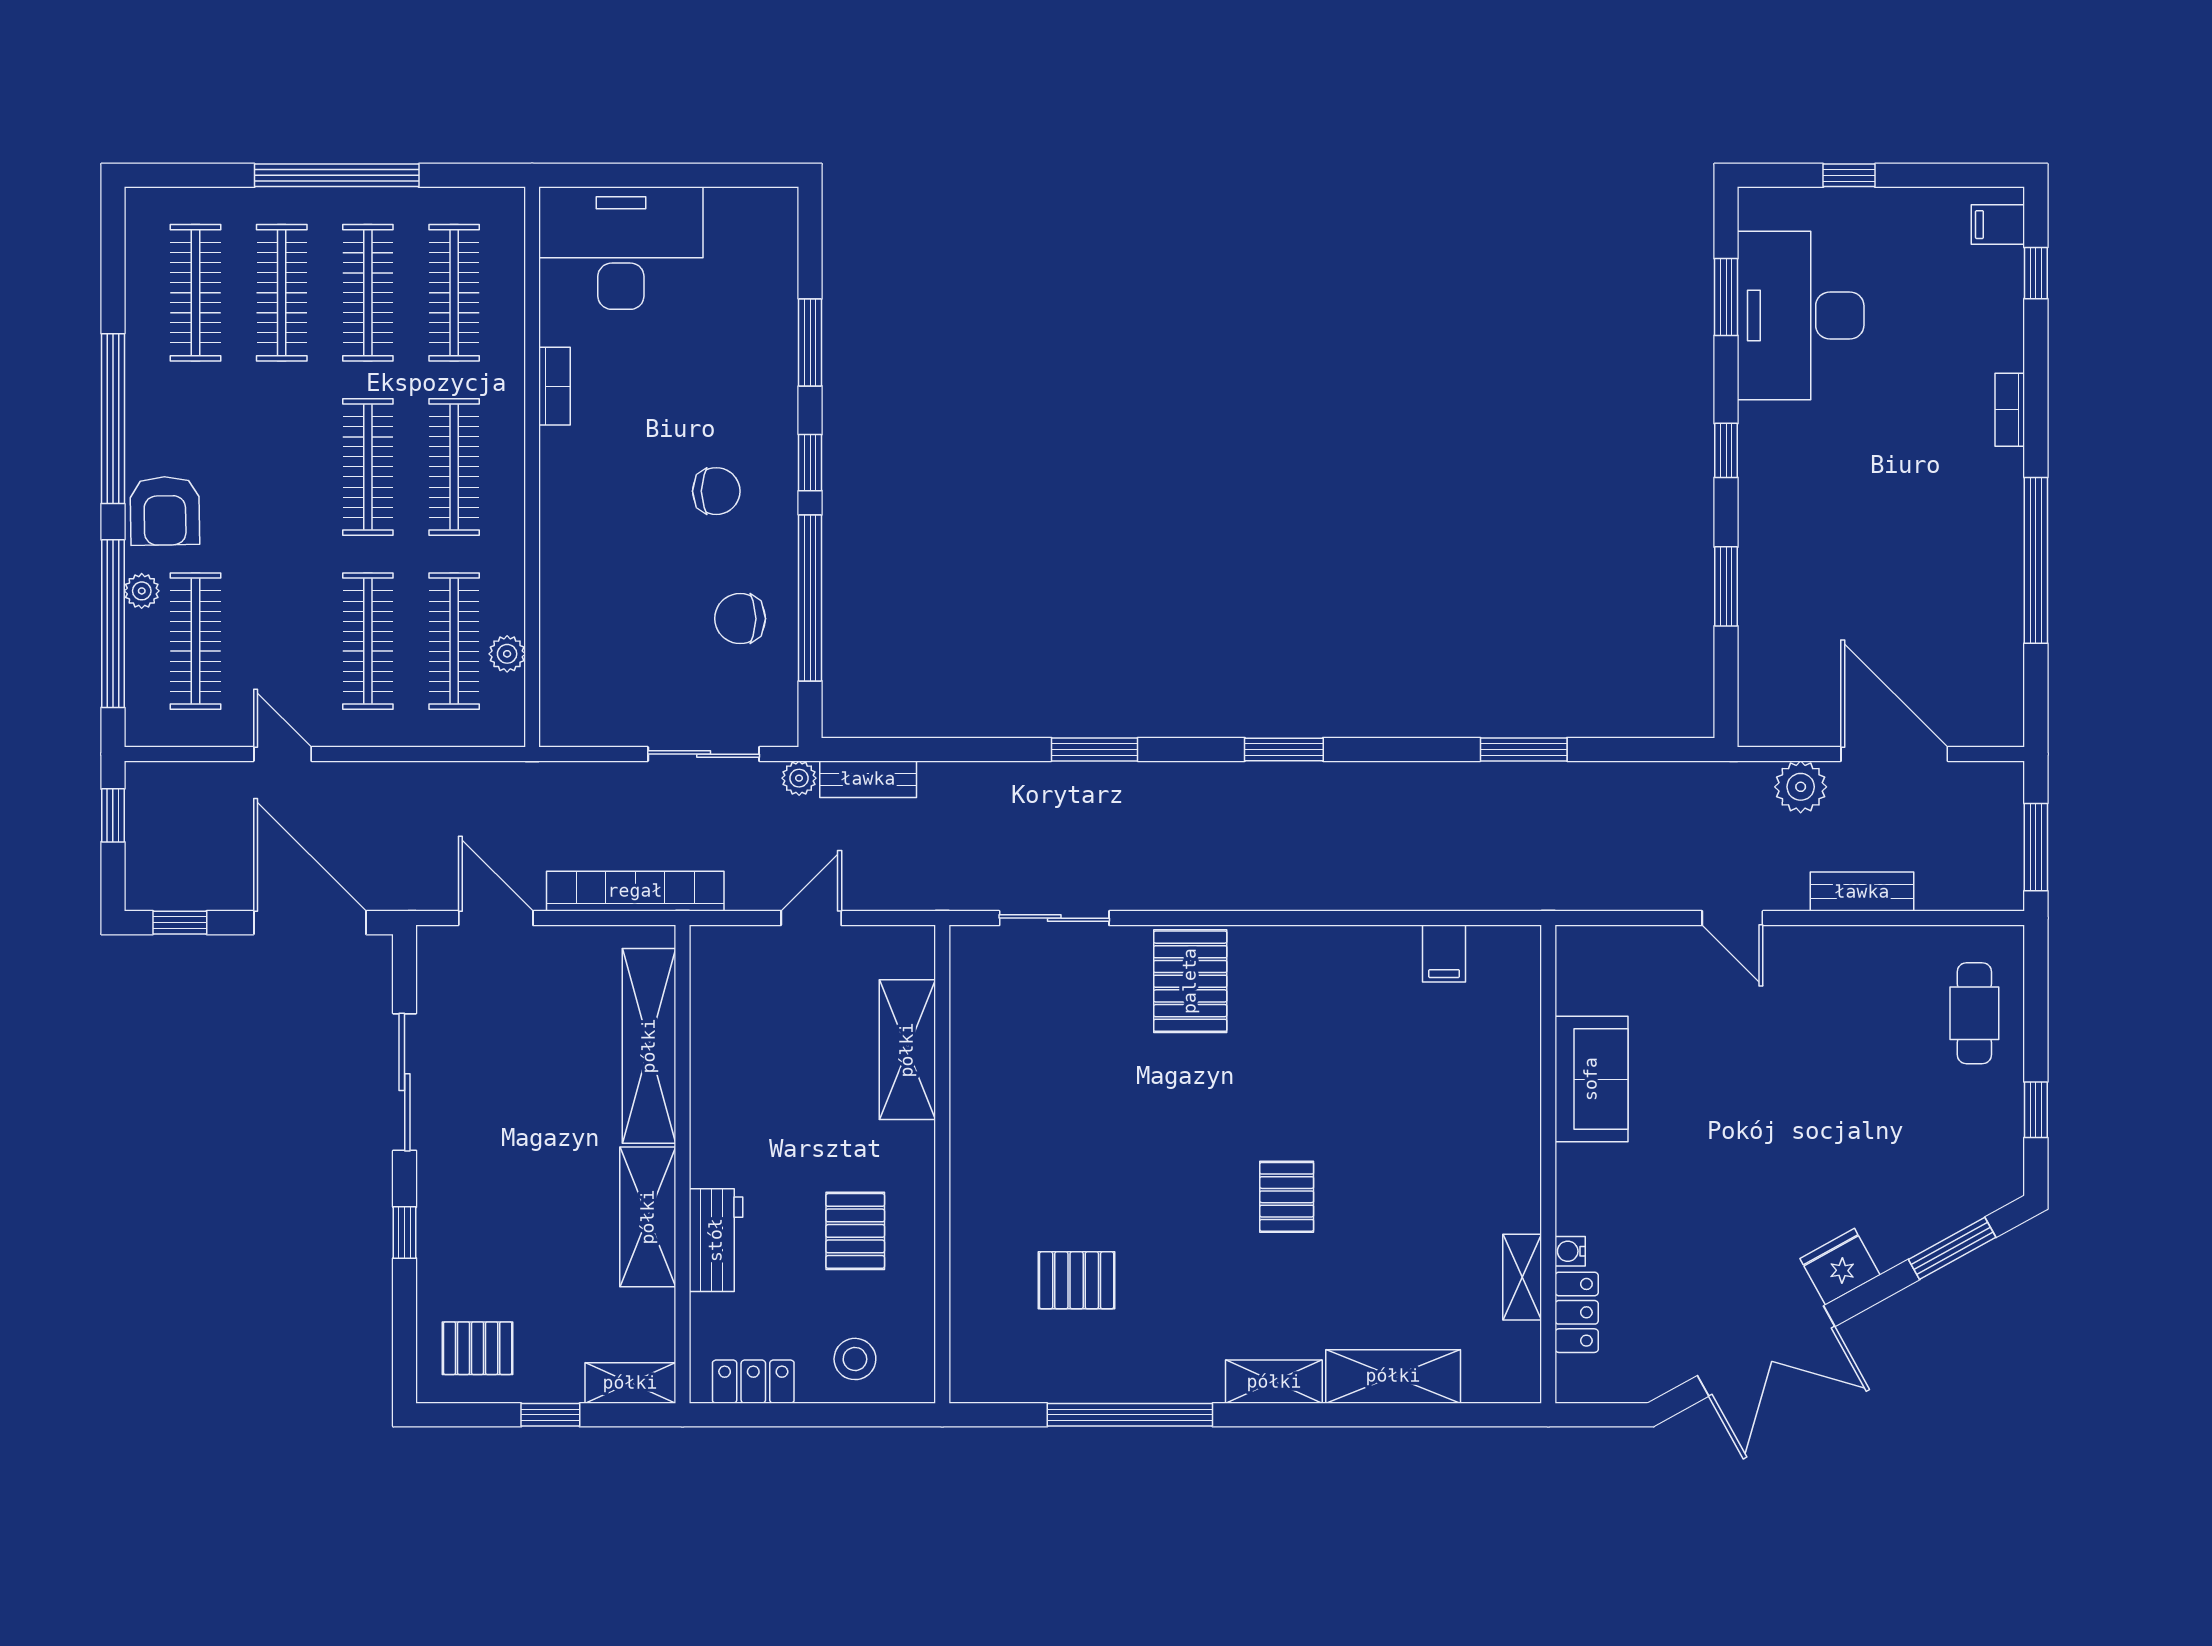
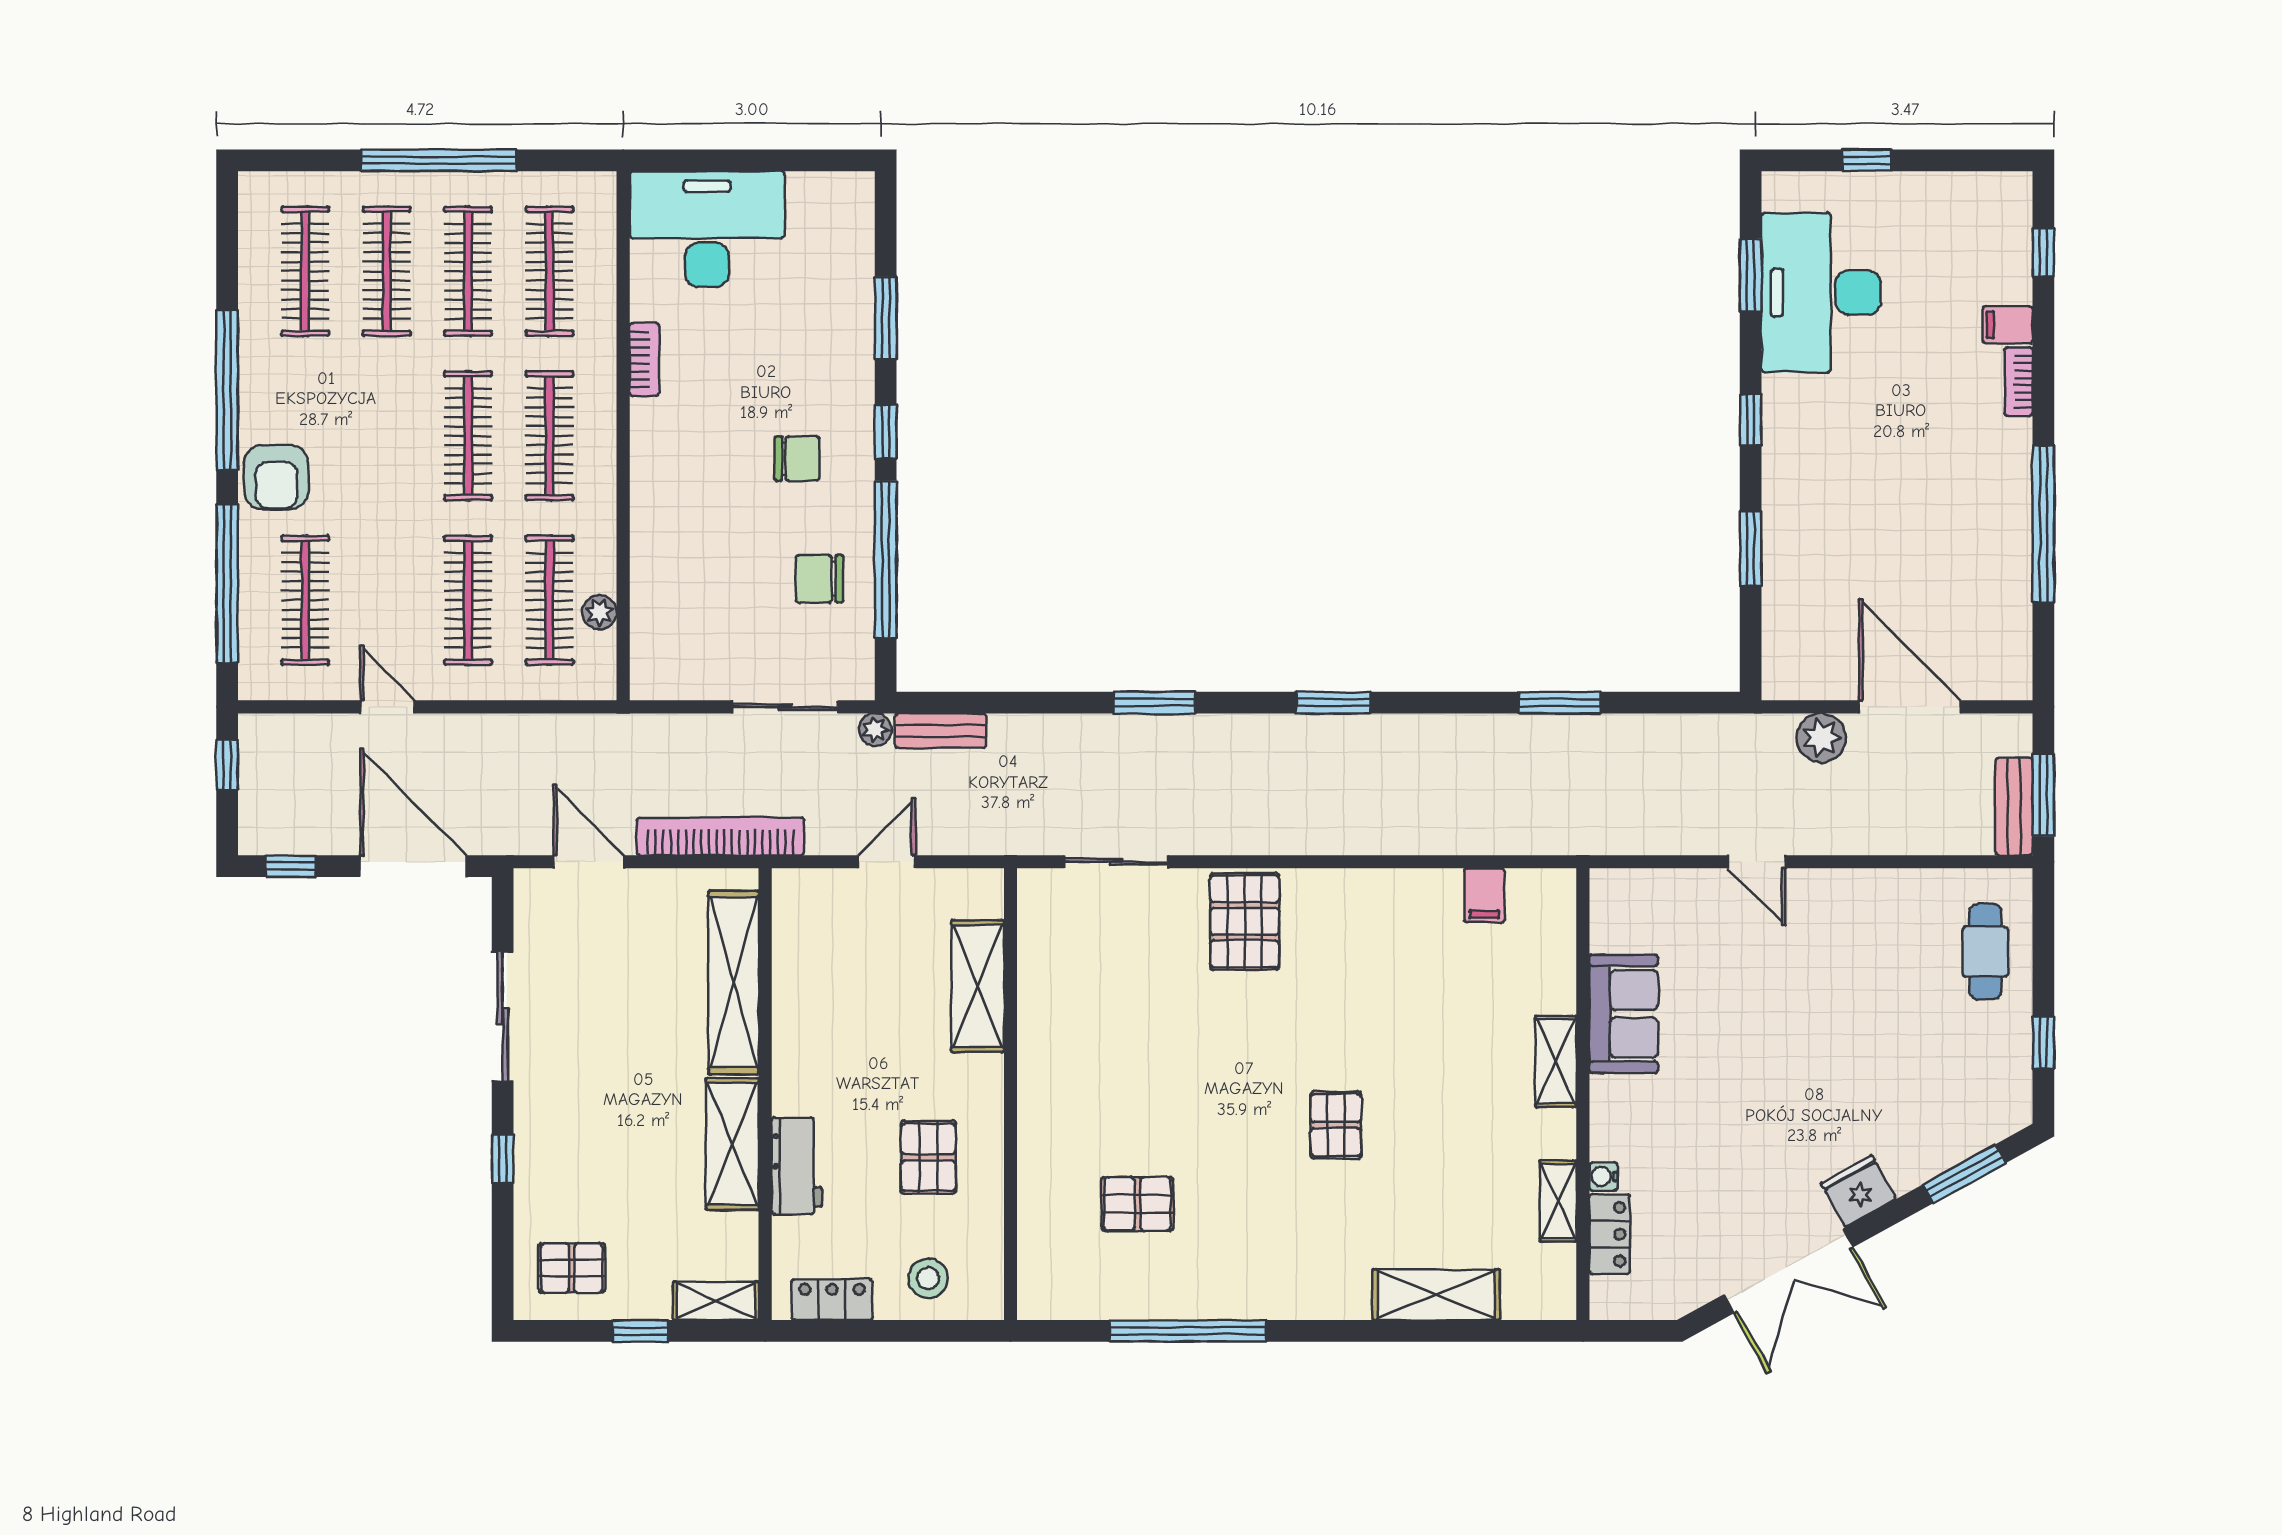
filing cabinet: (1998, 225) -> (2008, 325), moved
plant: (142, 591) -> (254, 553), removed
bench: (1862, 892) -> (2014, 807), moved, turned 90
shelving: (1274, 1382) -> (1556, 1061), moved, turned 90

